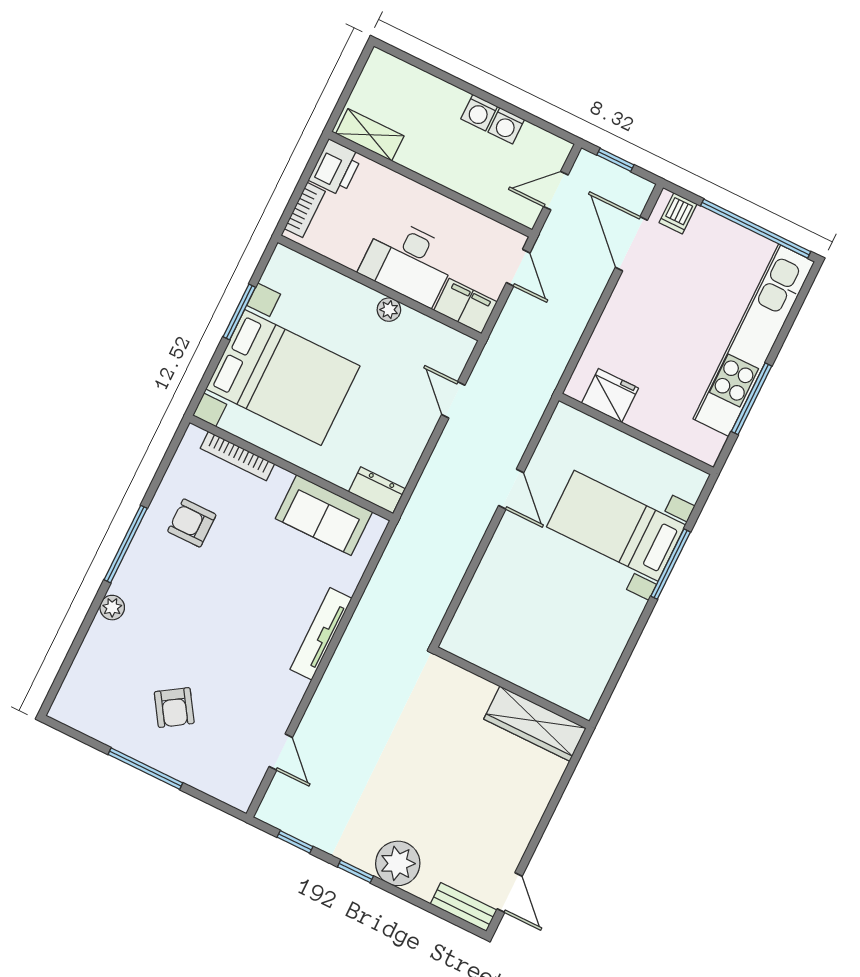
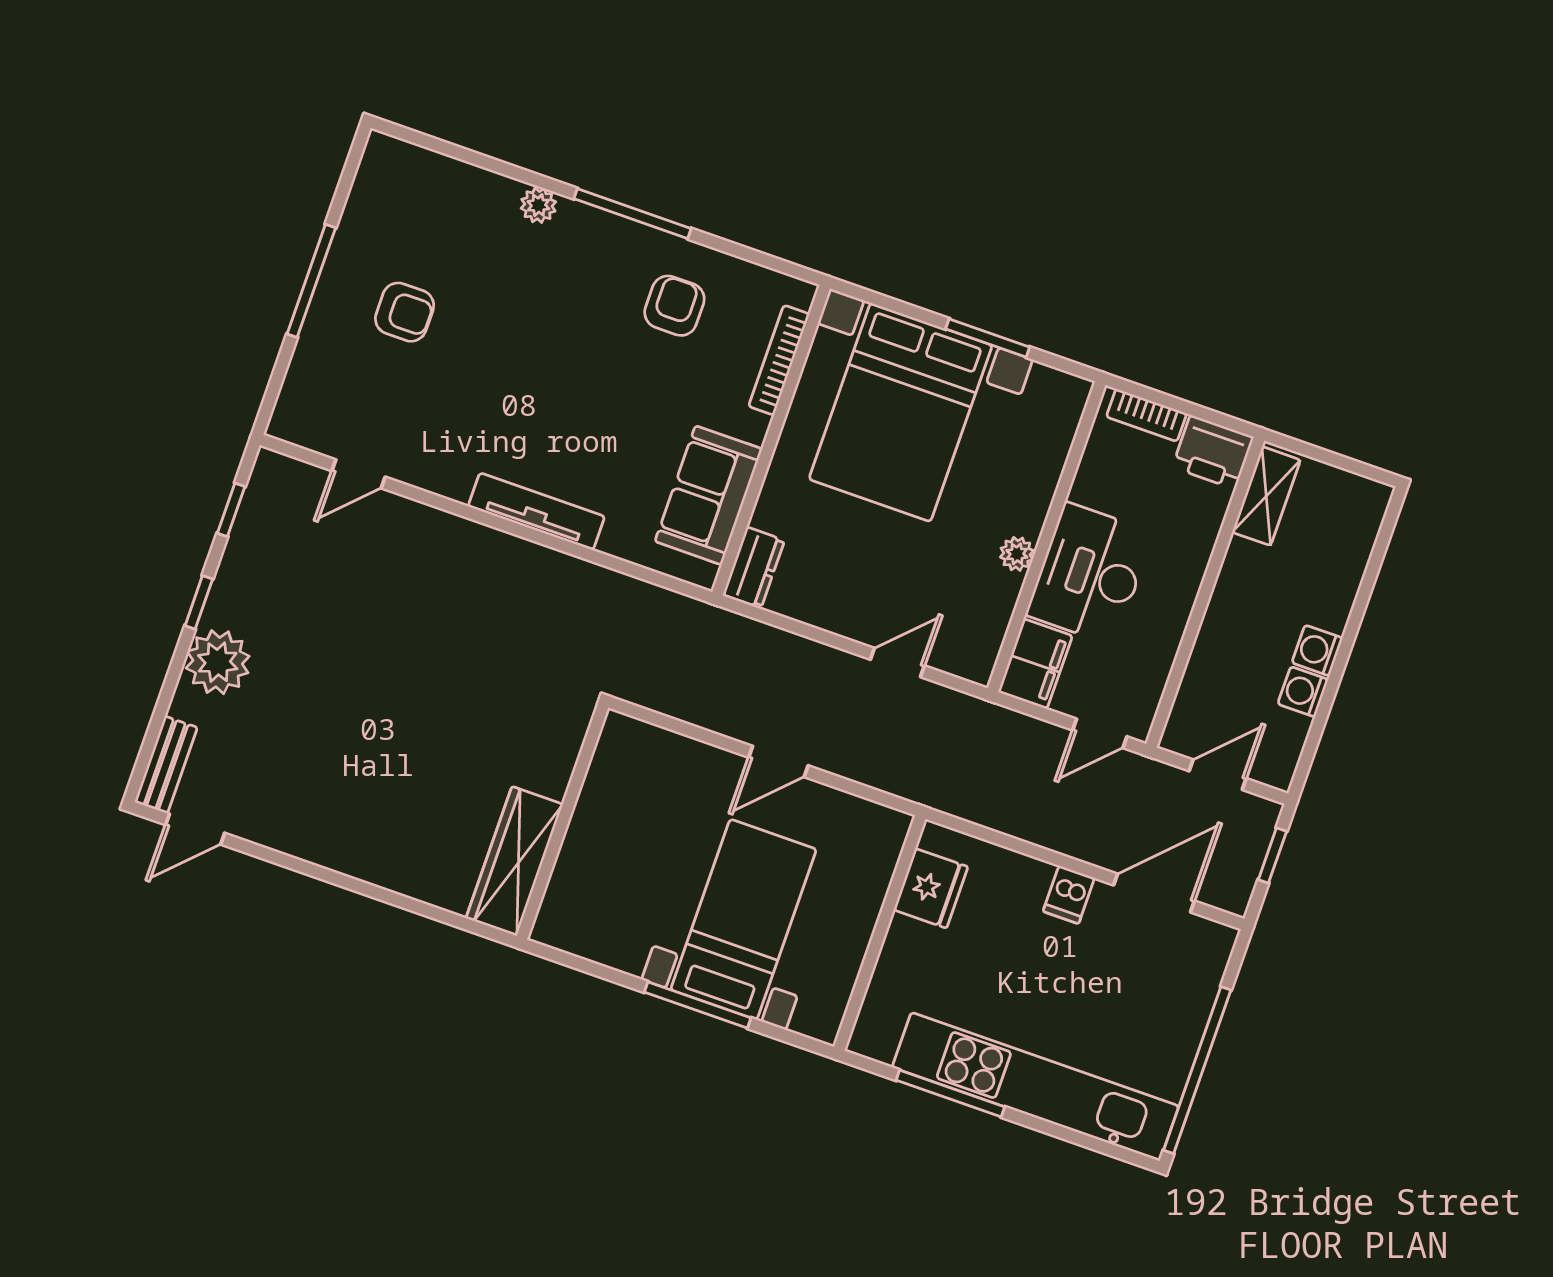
door: (556, 191) -> (1218, 775), hinge flipped
dishwasher: (678, 213) -> (1069, 895), moved, turned -90
wall: (512, 688) -> (562, 822), moved
armchair: (174, 708) -> (405, 312), turned -147
wardrobe: (535, 724) -> (514, 861), moved

